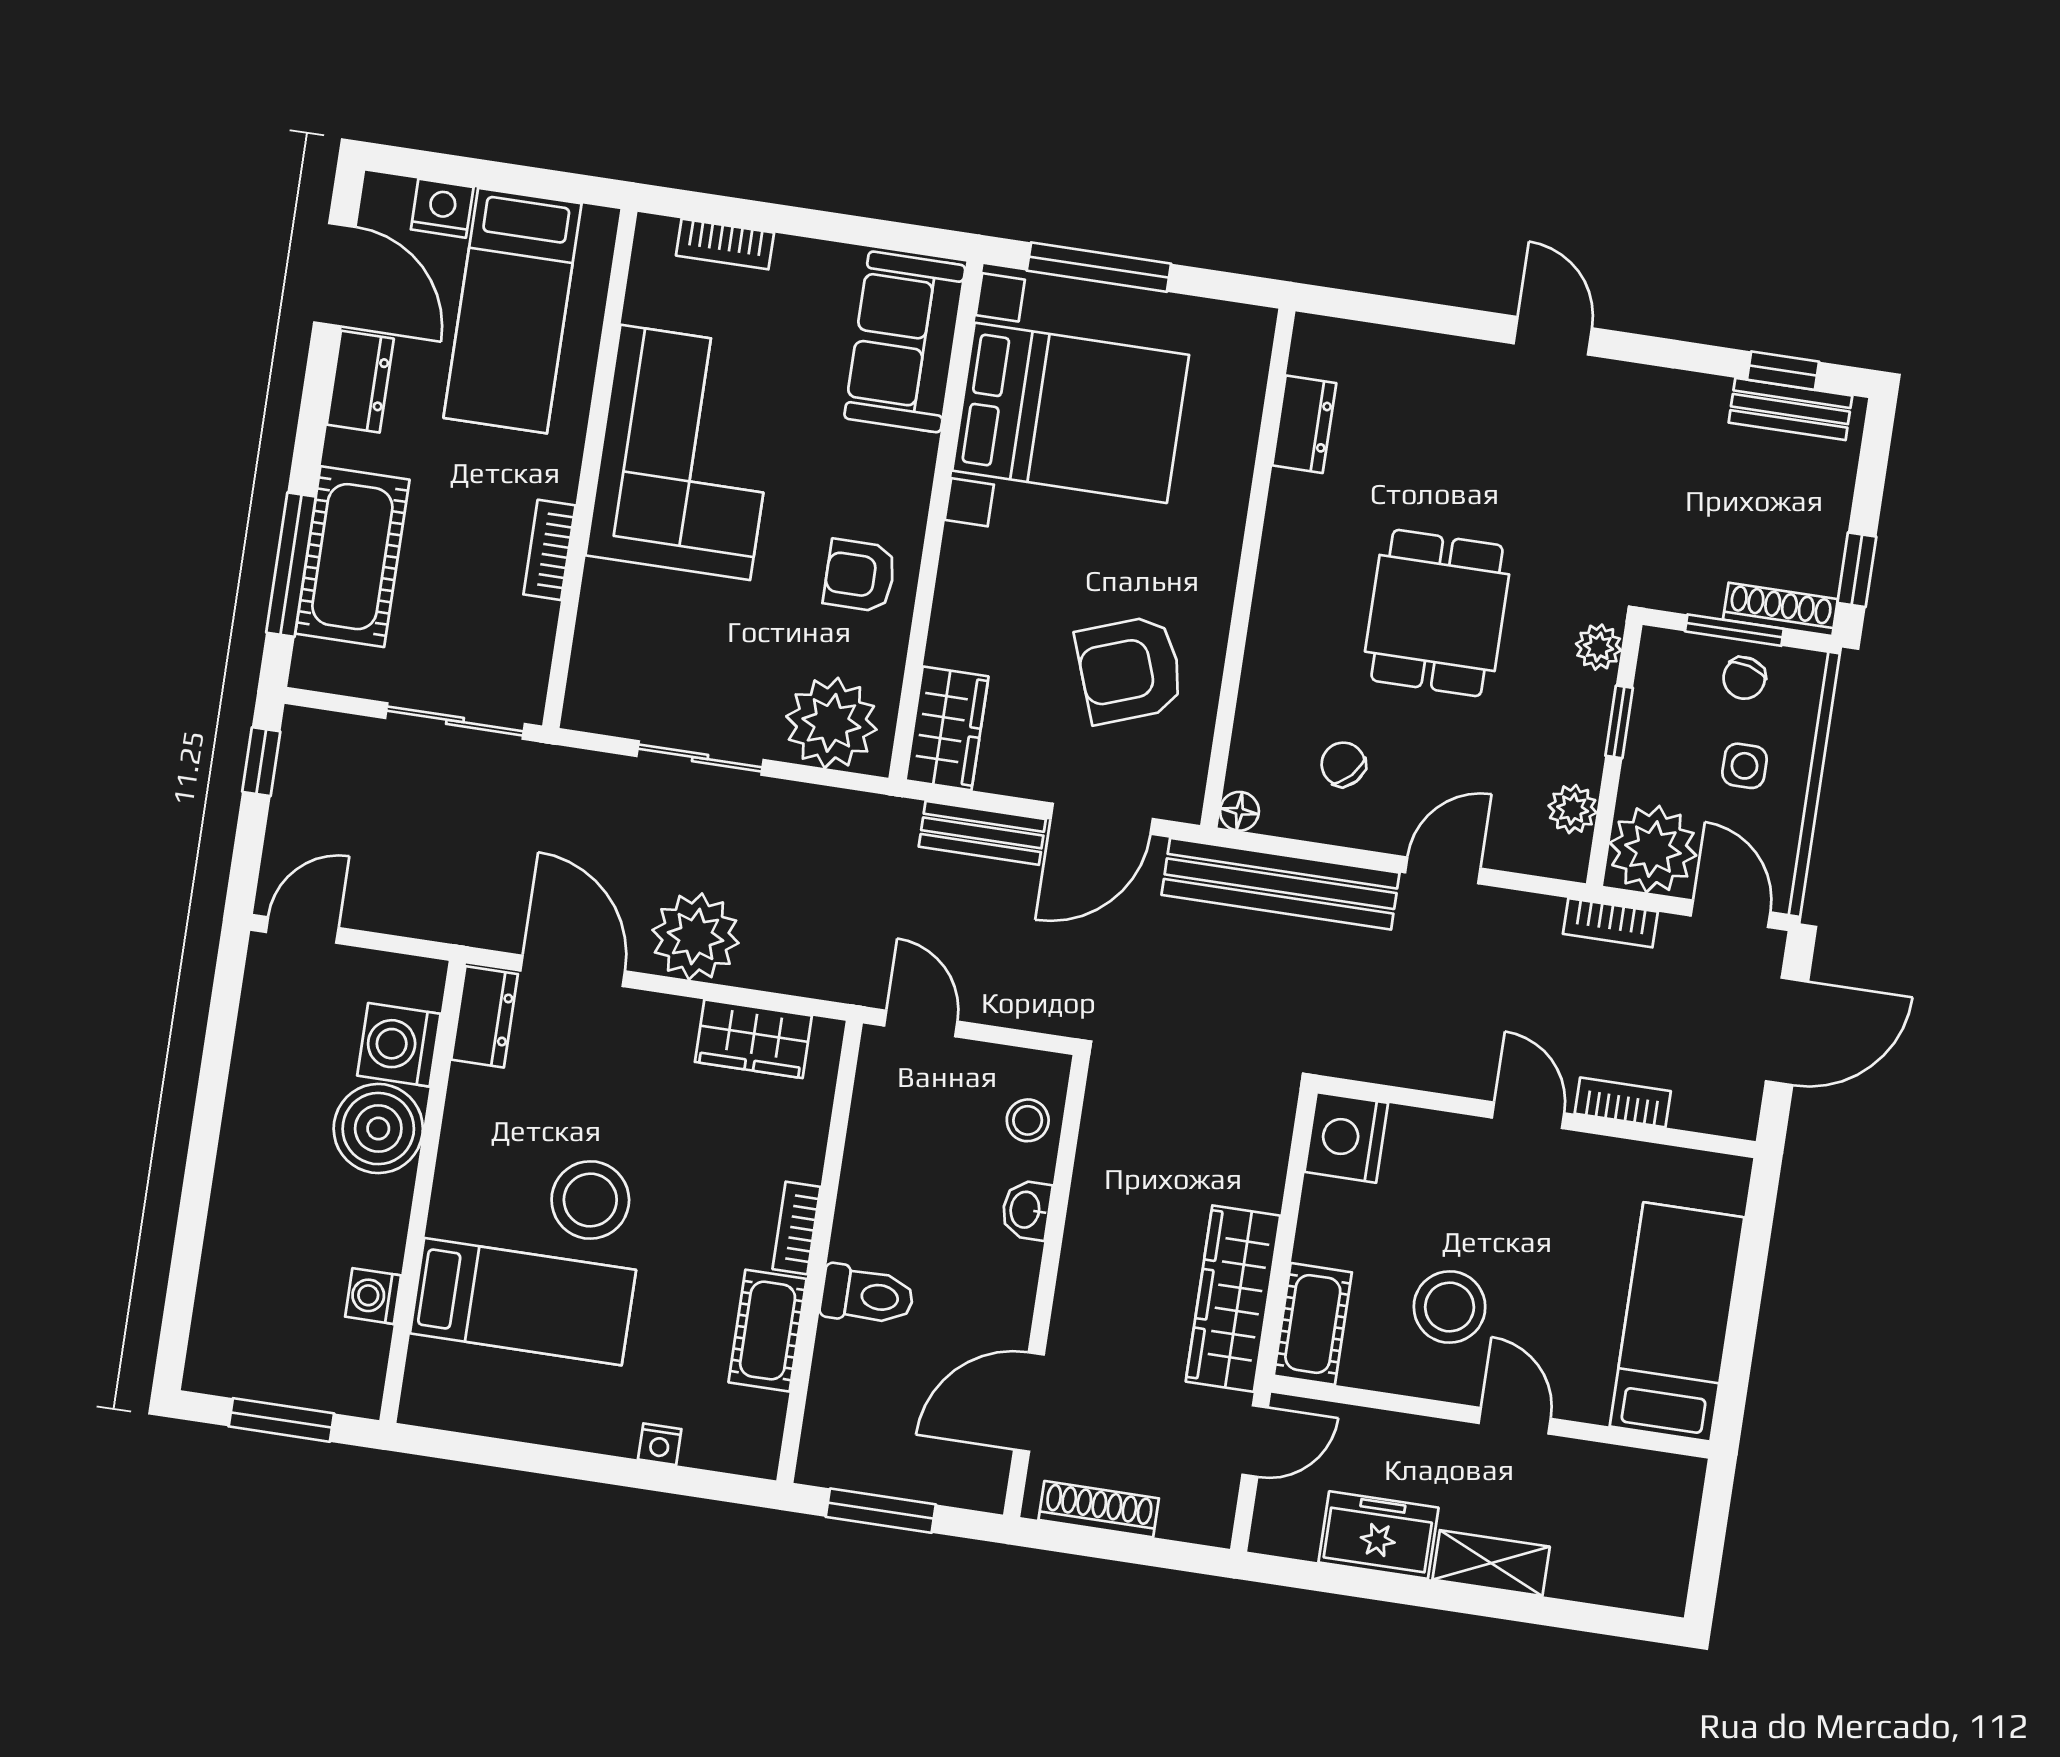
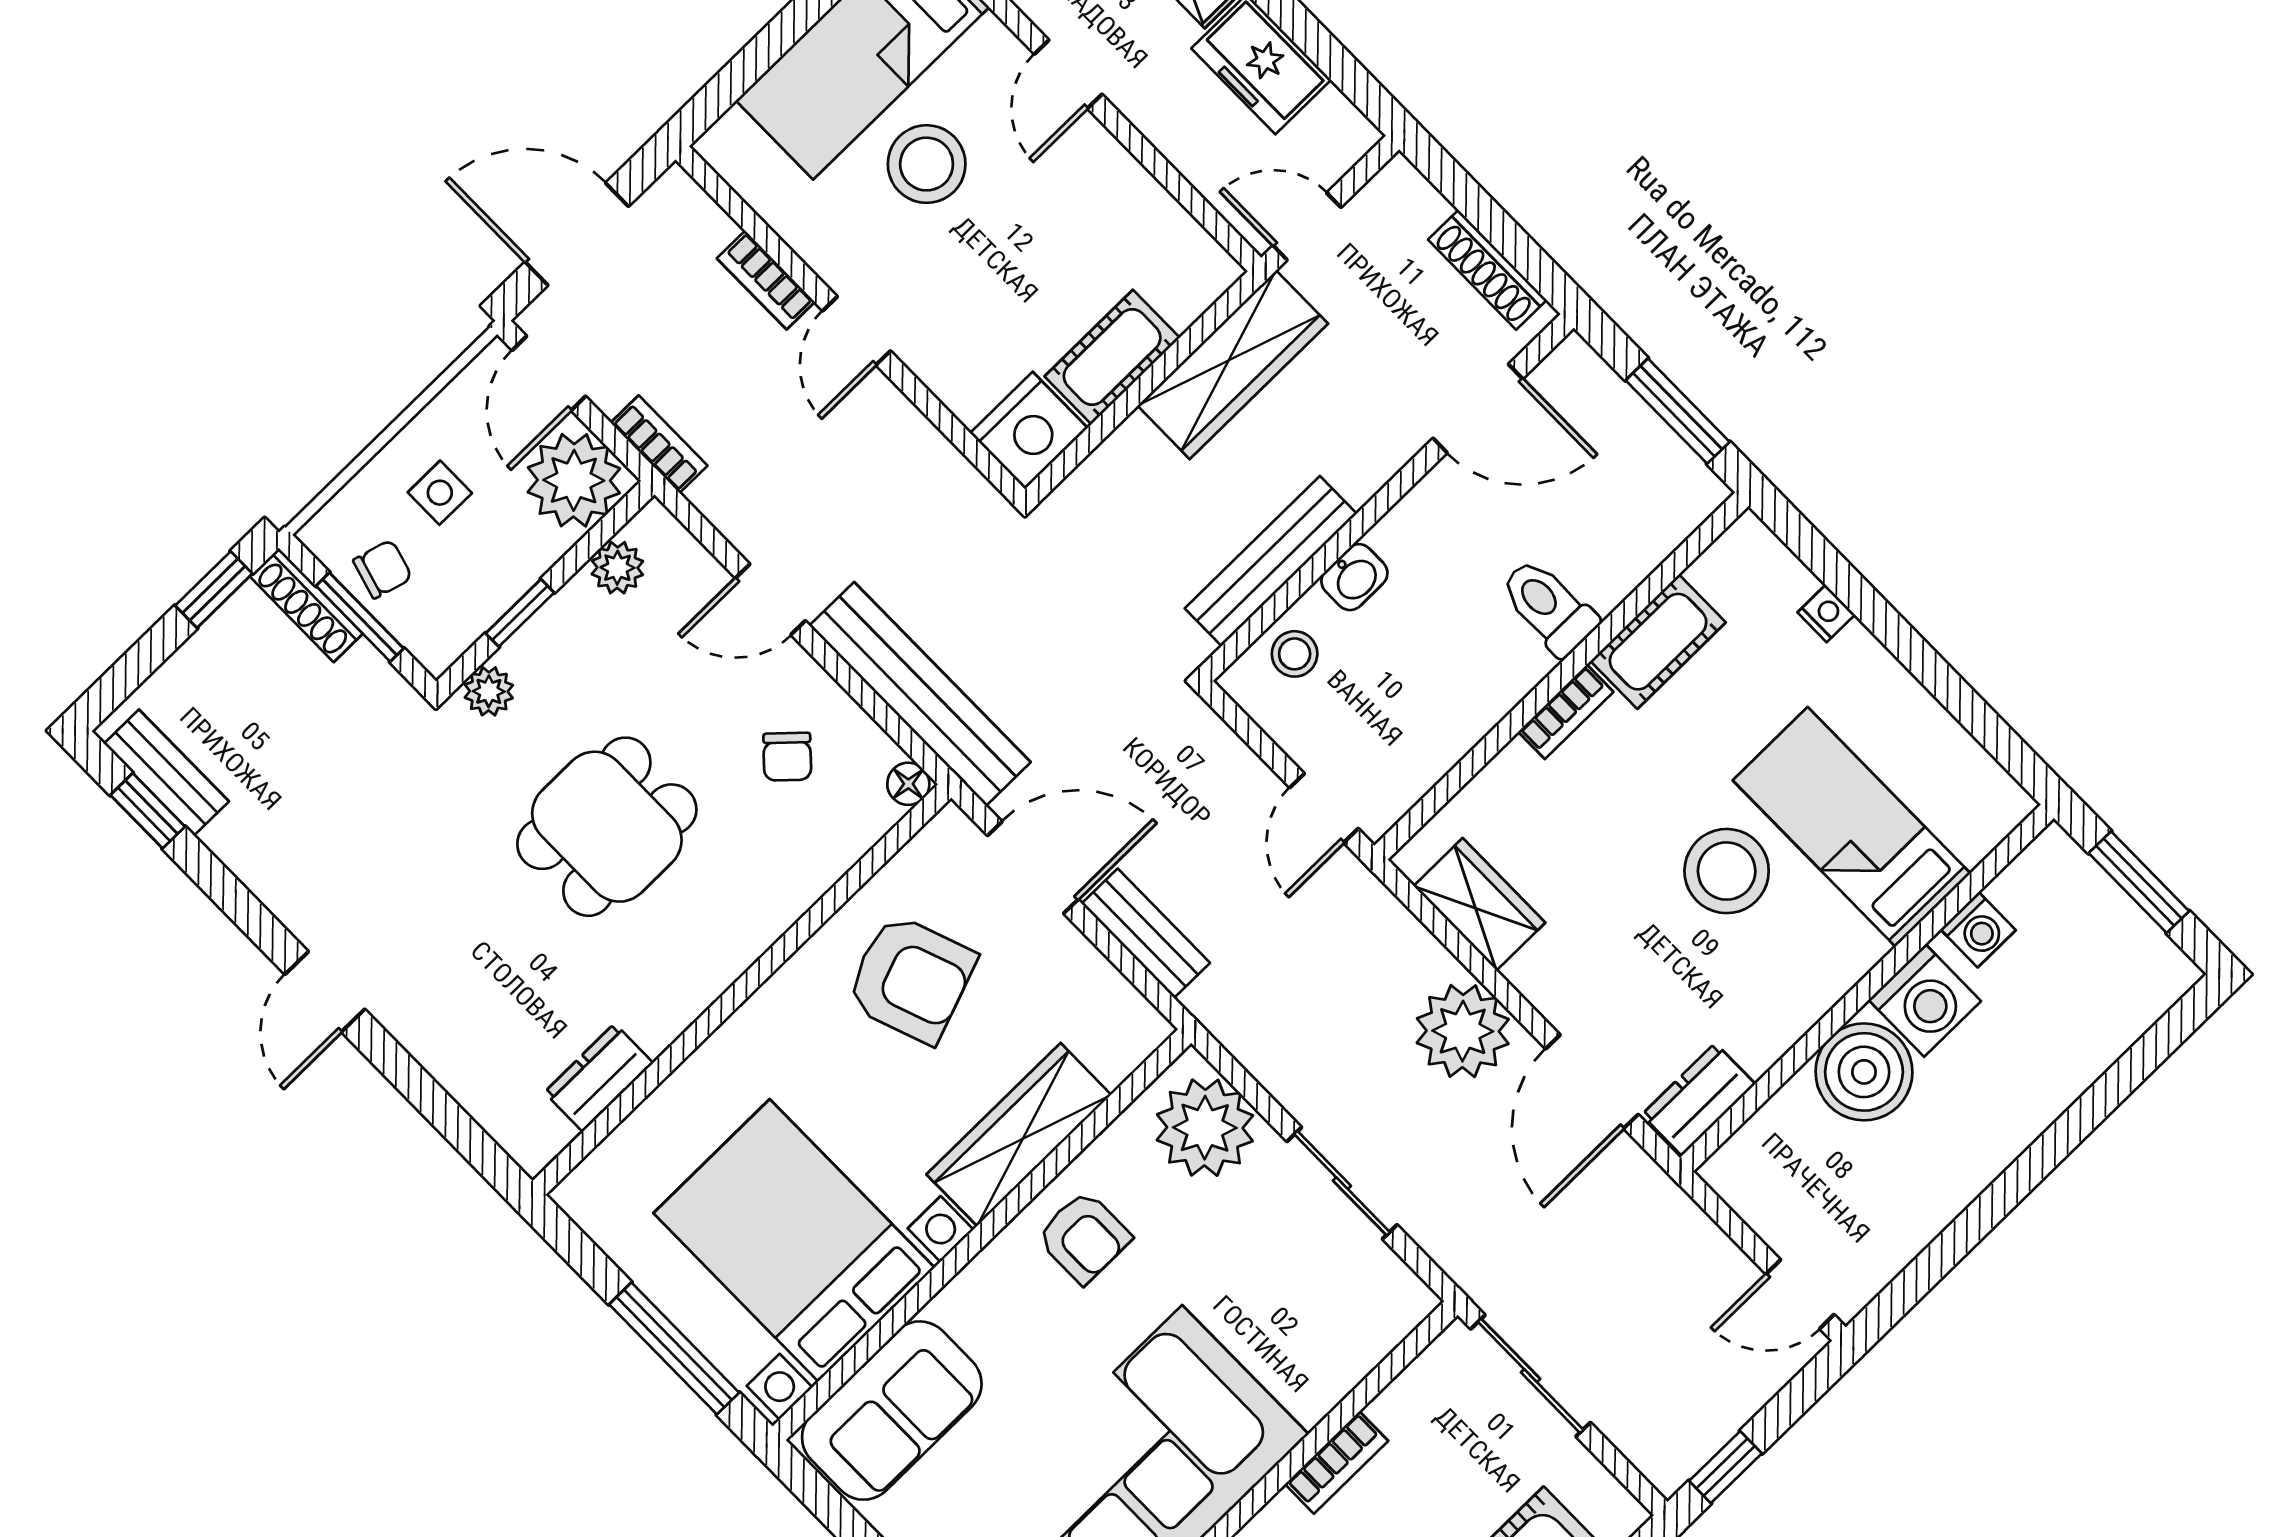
wardrobe: (947, 728) -> (1019, 1135), moved, width x1.50
washing machine: (399, 1045) -> (1925, 1000), moved
bench: (1097, 1175) -> (1271, 561), added
stool: (1450, 1307) -> (927, 164), moved
cot: (1313, 1324) -> (1112, 357), moved

